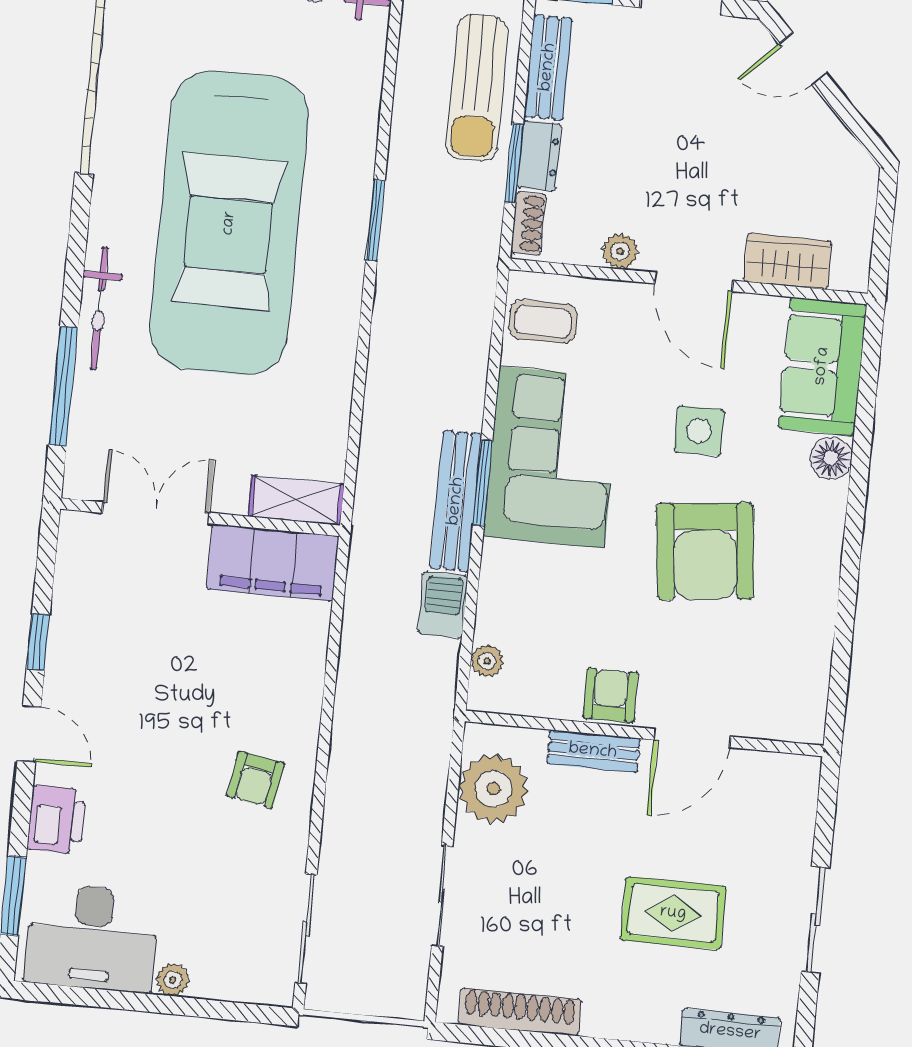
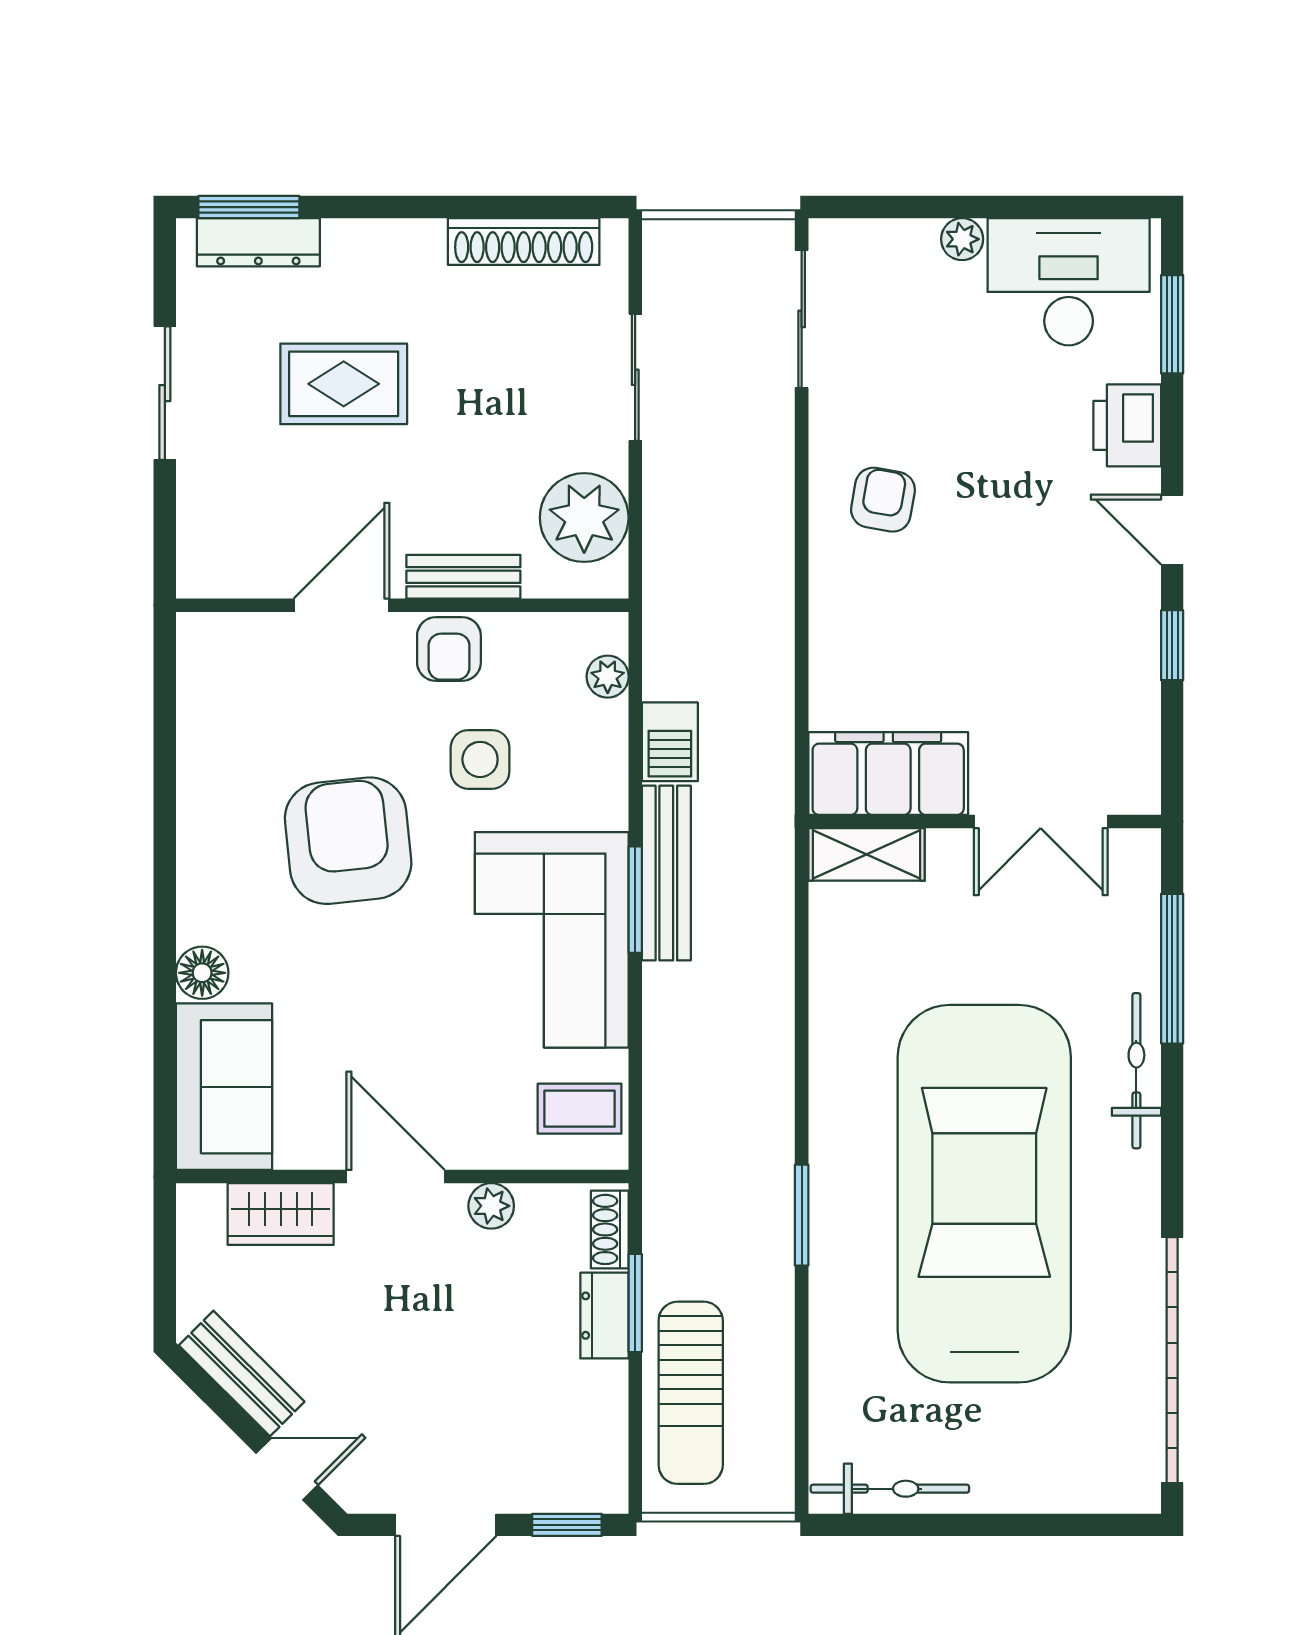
bench: (548, 67) -> (242, 1374), moved, turned -45
sun lounger: (477, 88) -> (691, 1393), turned 180
side table: (699, 431) -> (480, 759), moved

